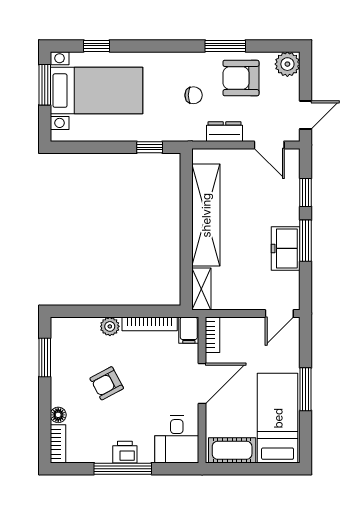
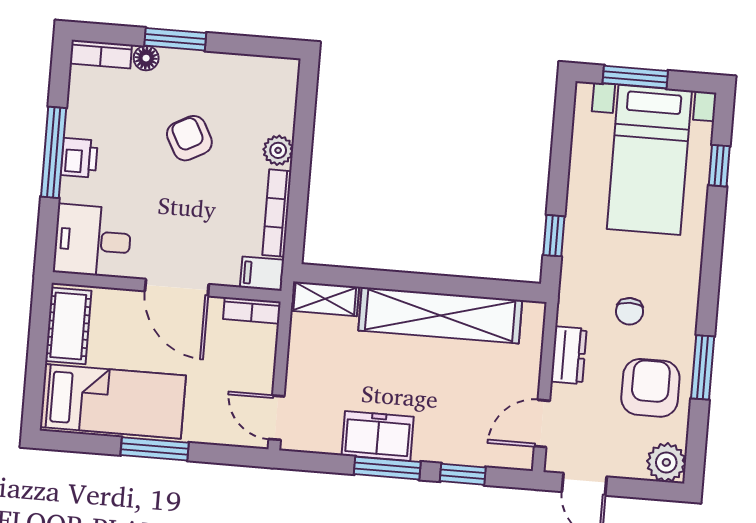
window: (45, 85) -> (635, 77), moved
window: (45, 357) -> (175, 39), moved

